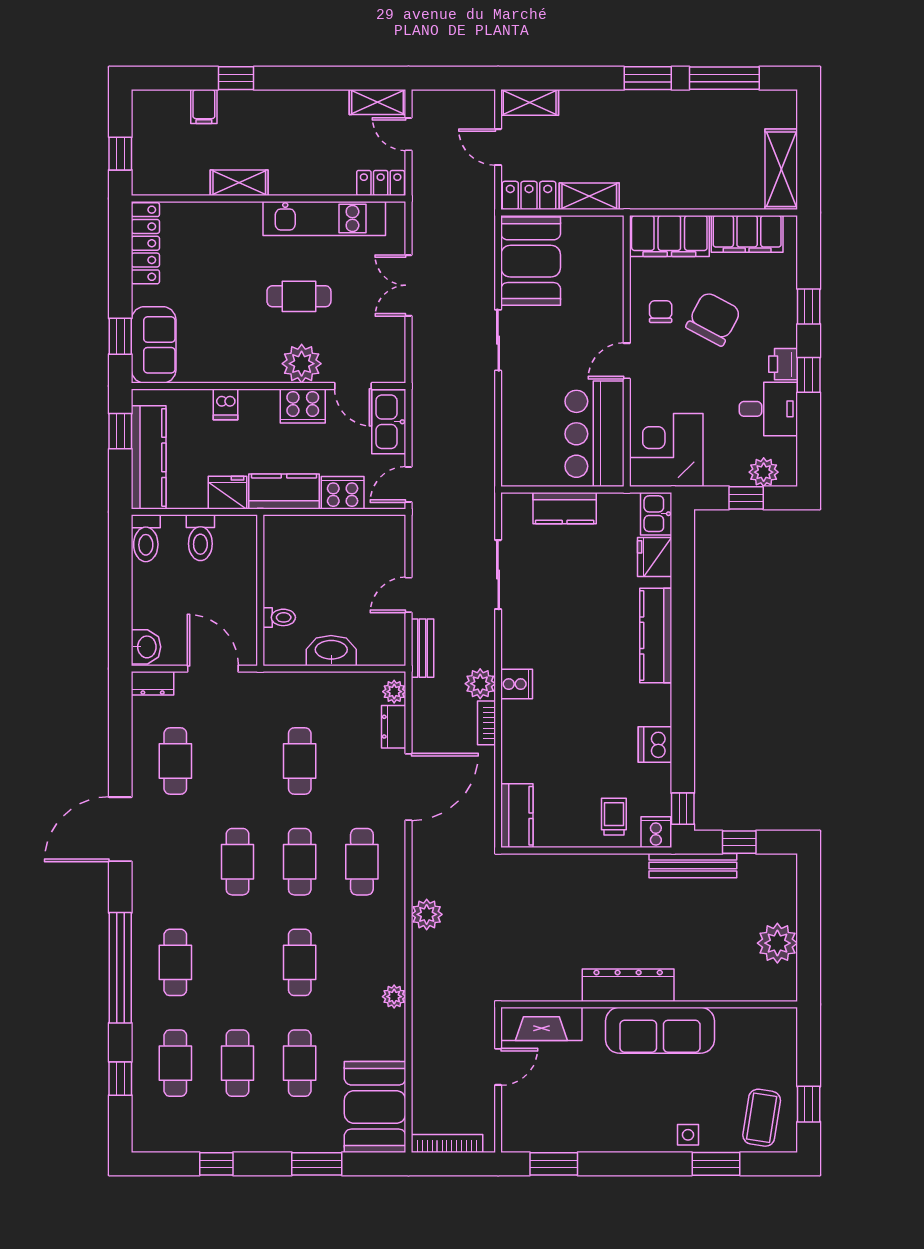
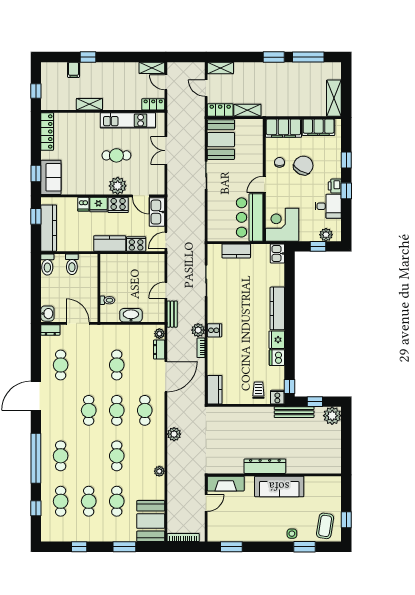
fridge: (227, 493) -> (98, 205), moved, turned 180
fridge: (655, 557) -> (277, 340), moved
plant: (777, 943) -> (332, 416), moved

